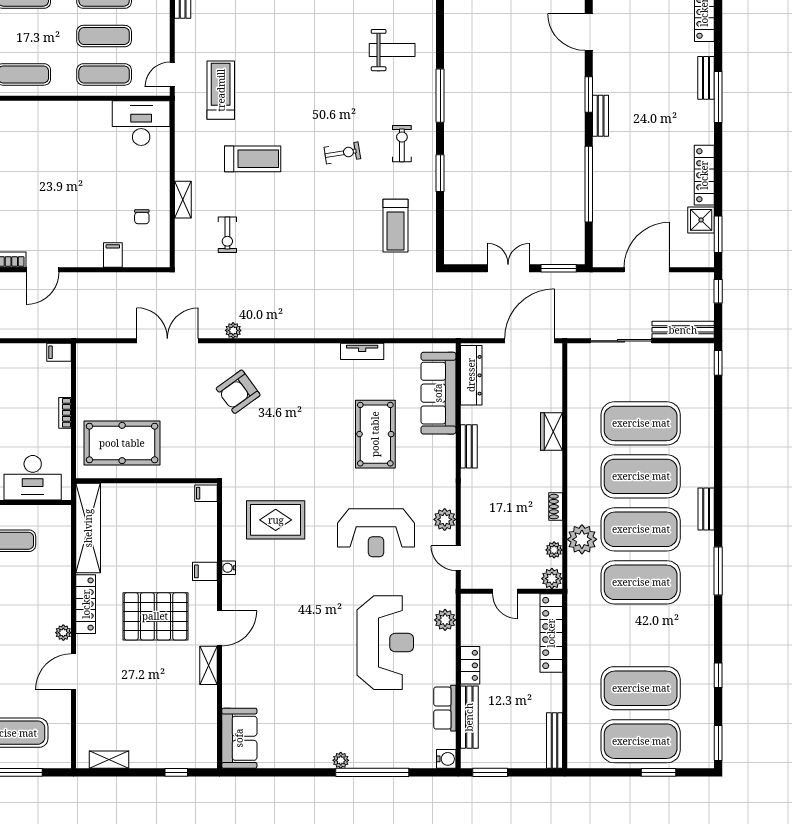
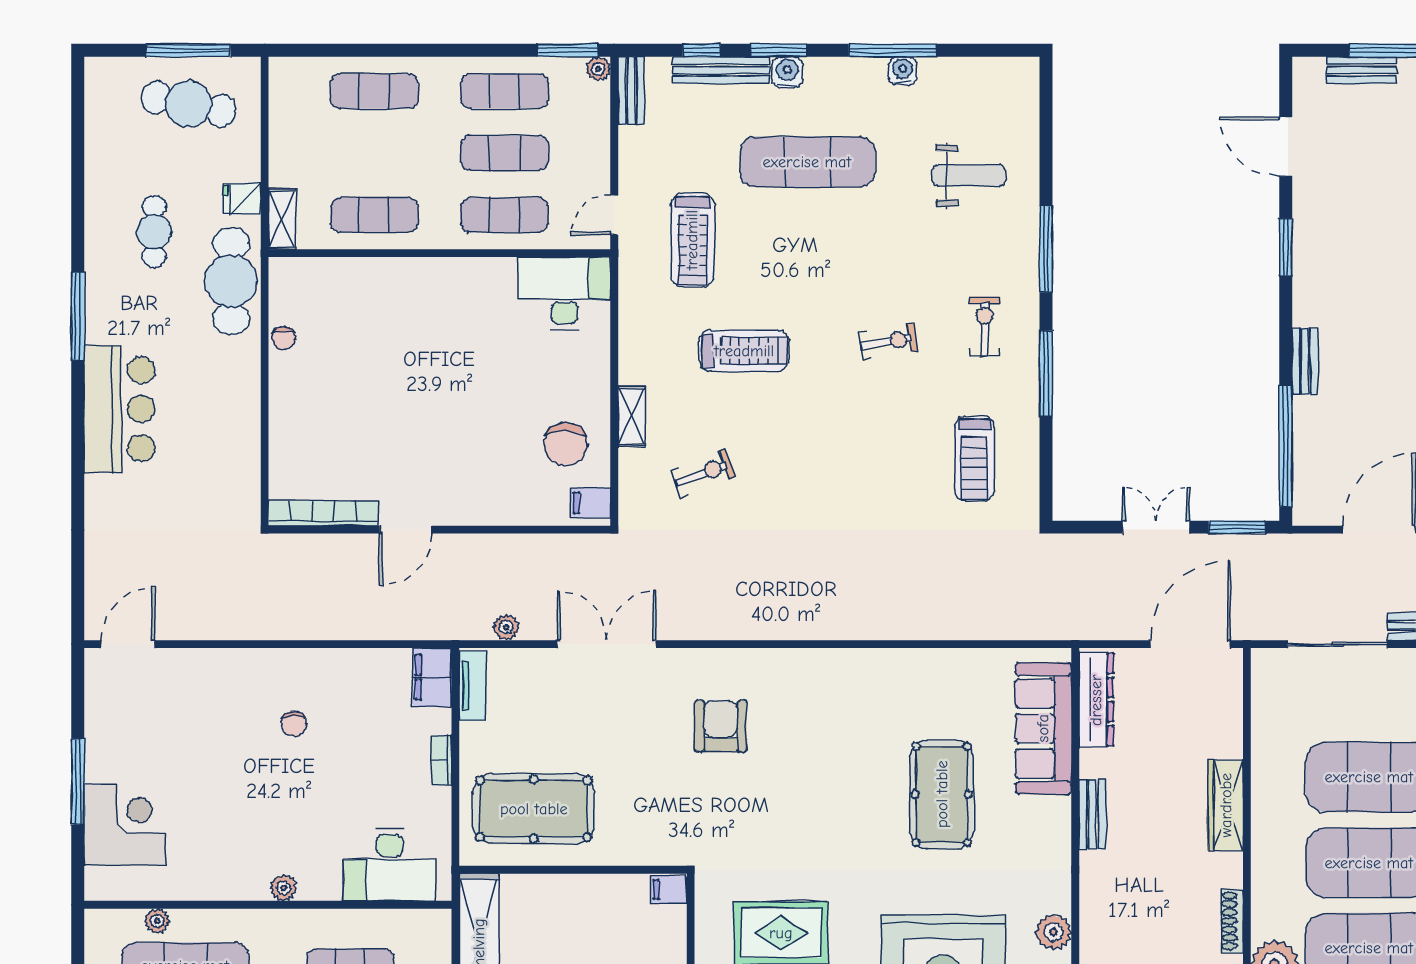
exercise mat: (292, 42) -> (807, 162), added
treadmill: (221, 90) -> (692, 240), turned 180
bench: (601, 116) -> (1305, 361), moved
window: (440, 173) -> (1046, 374), width x1.44
window: (589, 184) -> (1286, 446), moved
chair: (142, 217) -> (565, 444), width x1.87, depth x1.87
exercise bike: (227, 235) -> (703, 473), turned -111
filing cabinet: (113, 255) -> (591, 503), moved, turned -90
plant: (233, 330) -> (506, 627), moved
tv unit: (362, 351) -> (472, 686), moved, turned -90
filing cabinet: (59, 352) -> (432, 677), width x2.00
armchair: (238, 392) -> (721, 726), turned 126
wardrobe: (551, 432) -> (1226, 805), width x1.50
shoe rack: (556, 507) -> (1232, 921), width x1.43

